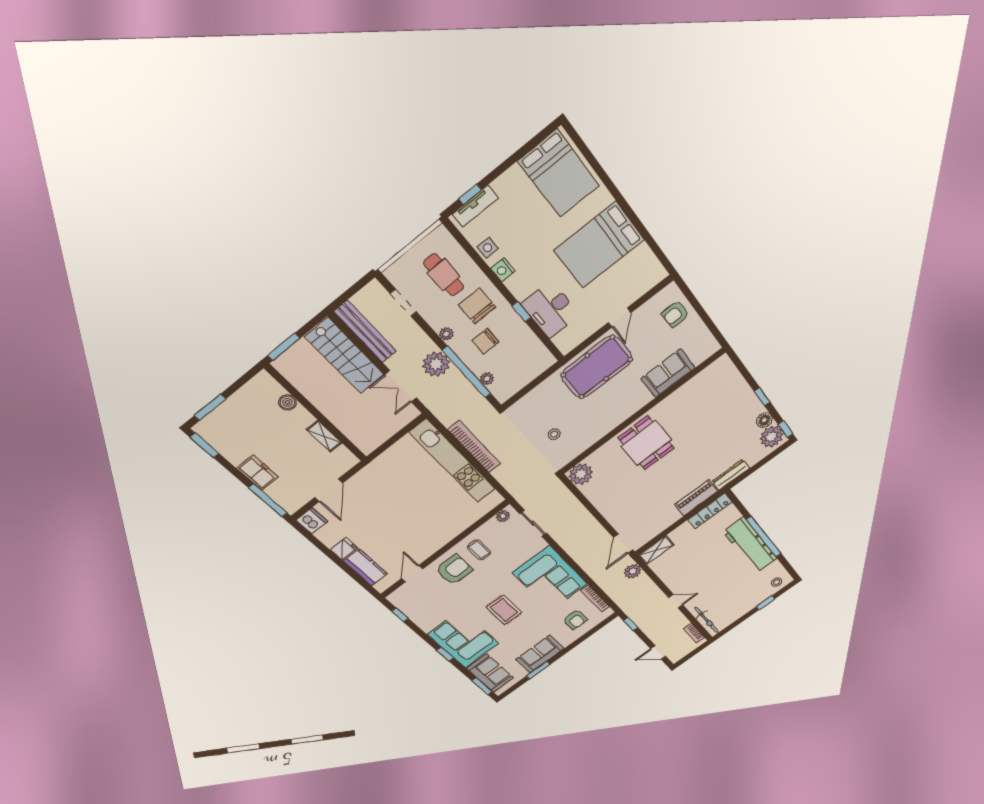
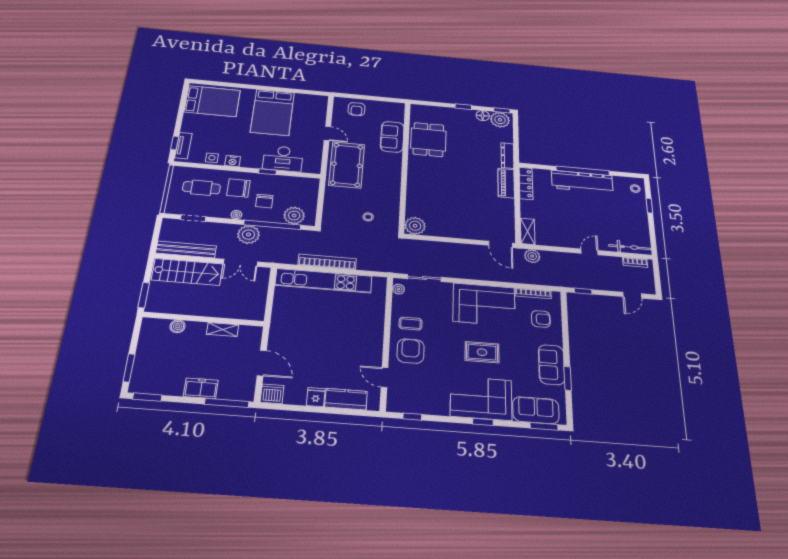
plant: (487, 379) -> (294, 215), width x1.88, depth x1.88
dining table: (646, 443) -> (428, 140), moved, turned 90

